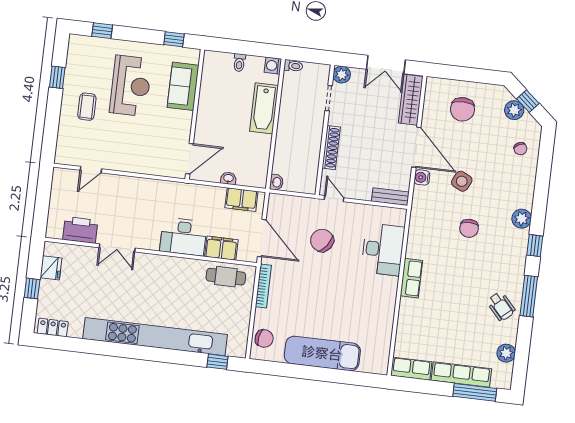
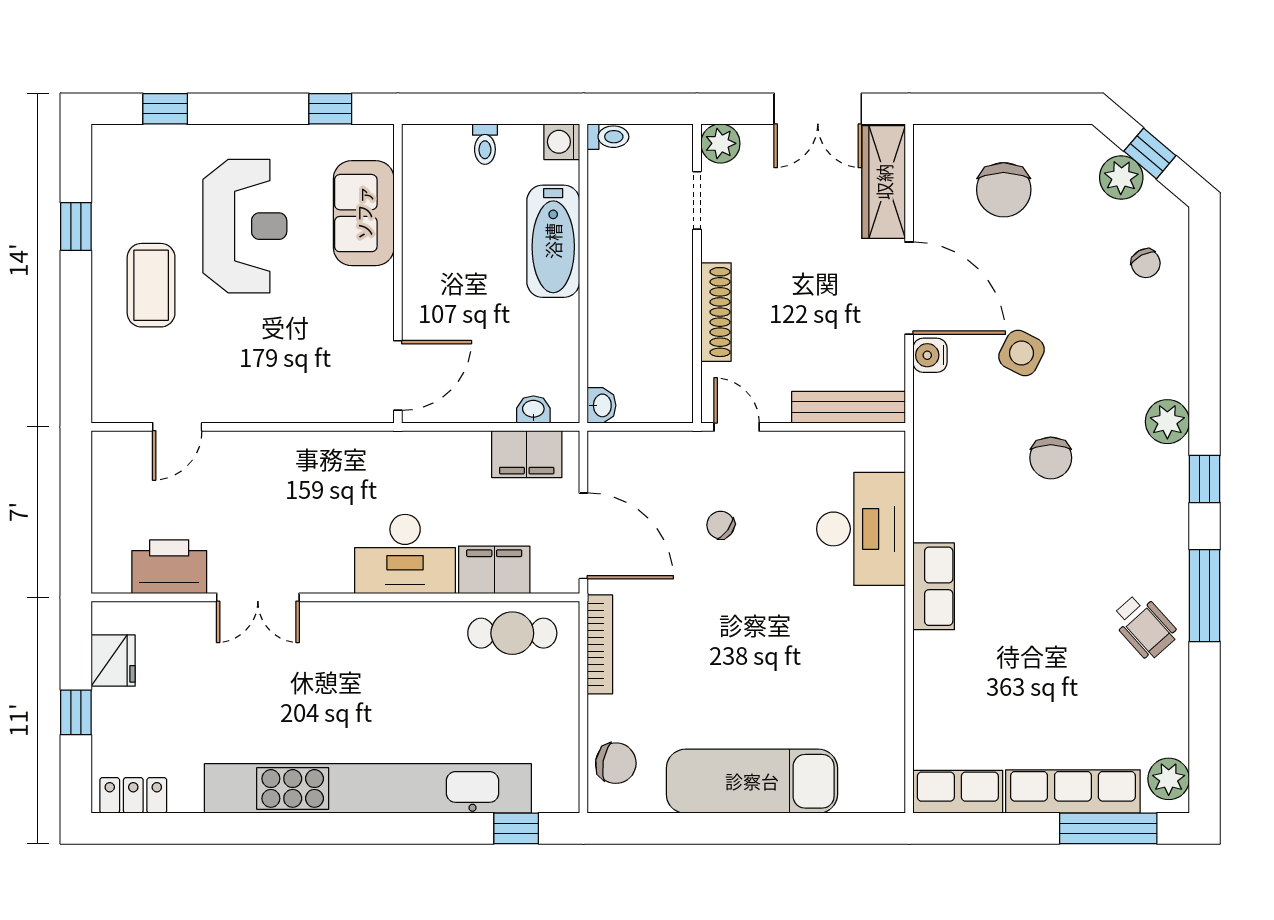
coffee table: (87, 107) -> (151, 285), width x1.36, depth x1.30
washbasin: (228, 178) -> (533, 410), moved
bench: (390, 197) -> (849, 407), width x1.36
chair: (322, 240) -> (721, 525), width x0.54, depth x0.54
plant: (506, 353) -> (1169, 779), moved

